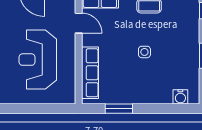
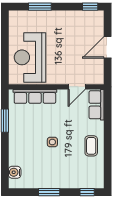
reception desk: (38, 60) -> (30, 57), moved, turned -90

